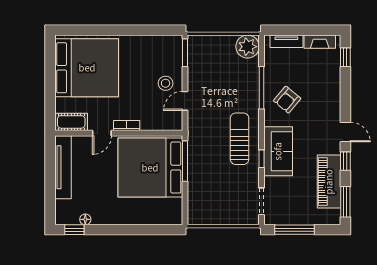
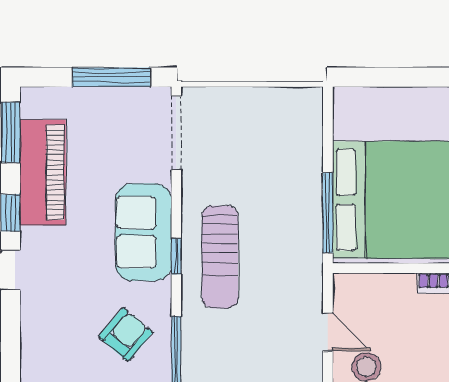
door: (185, 101) -> (328, 332), hinge flipped
window: (262, 159) -> (176, 256), moved
doorway: (262, 201) -> (176, 133), width x1.38

